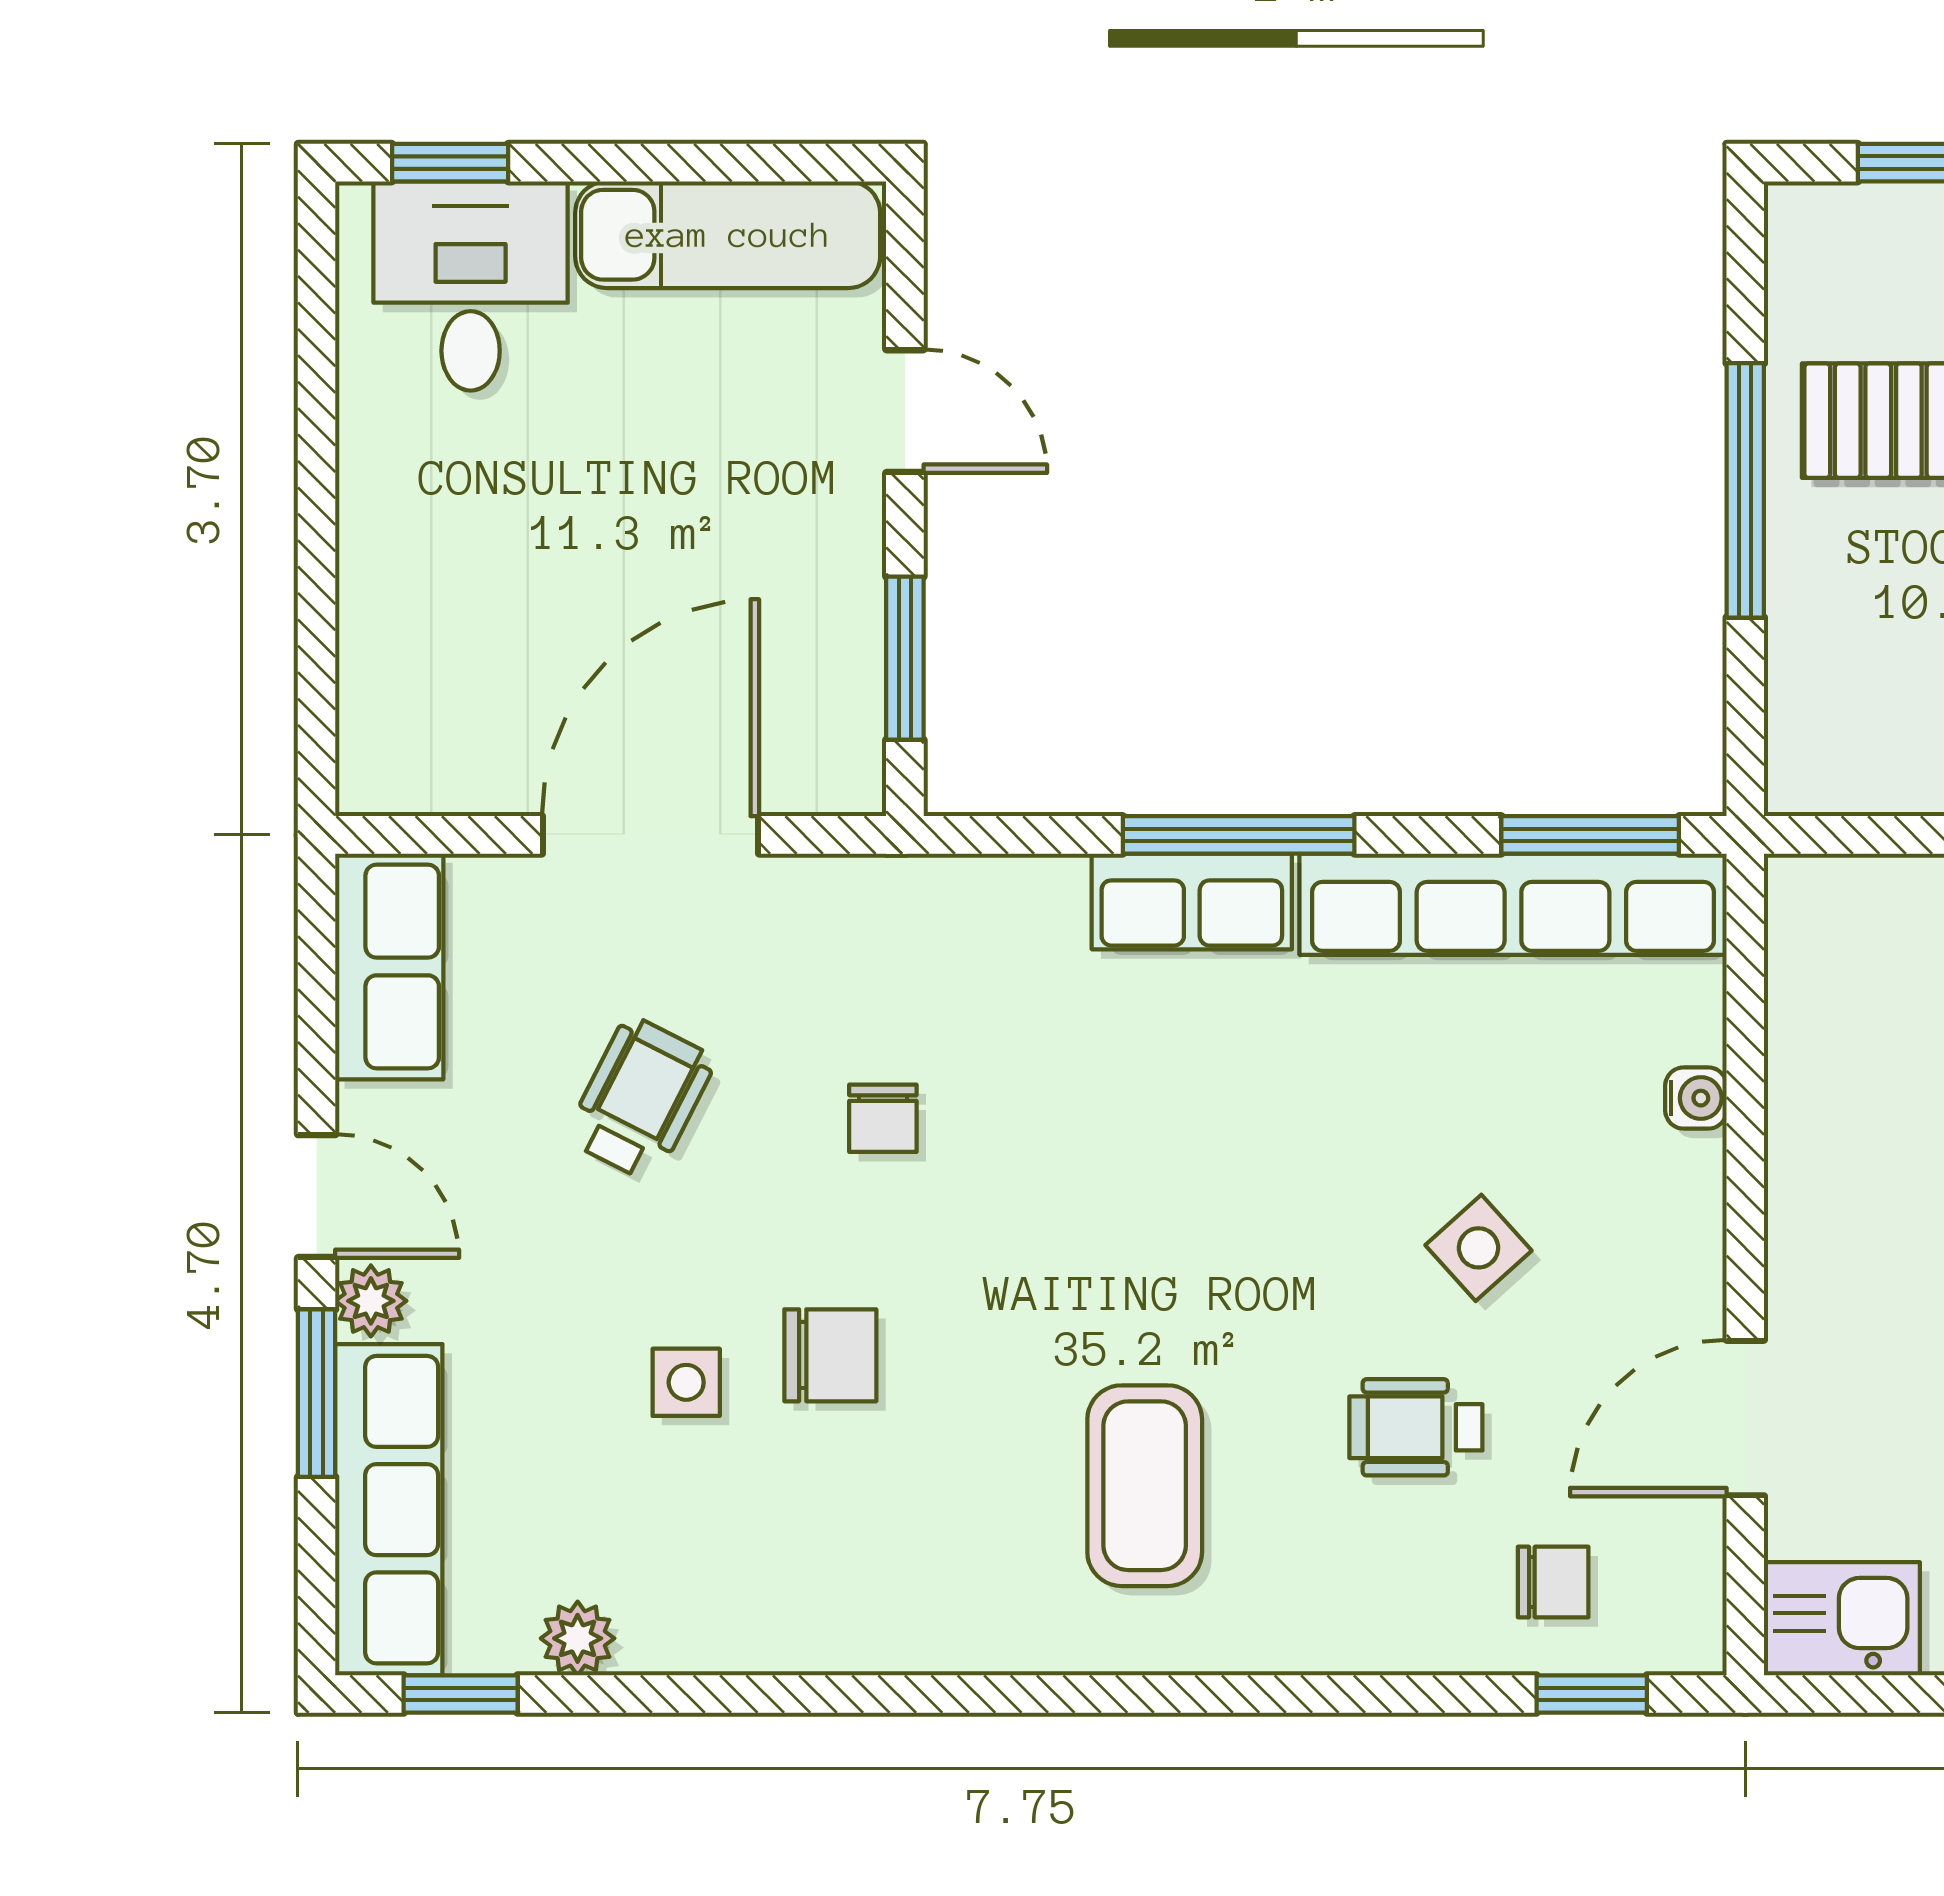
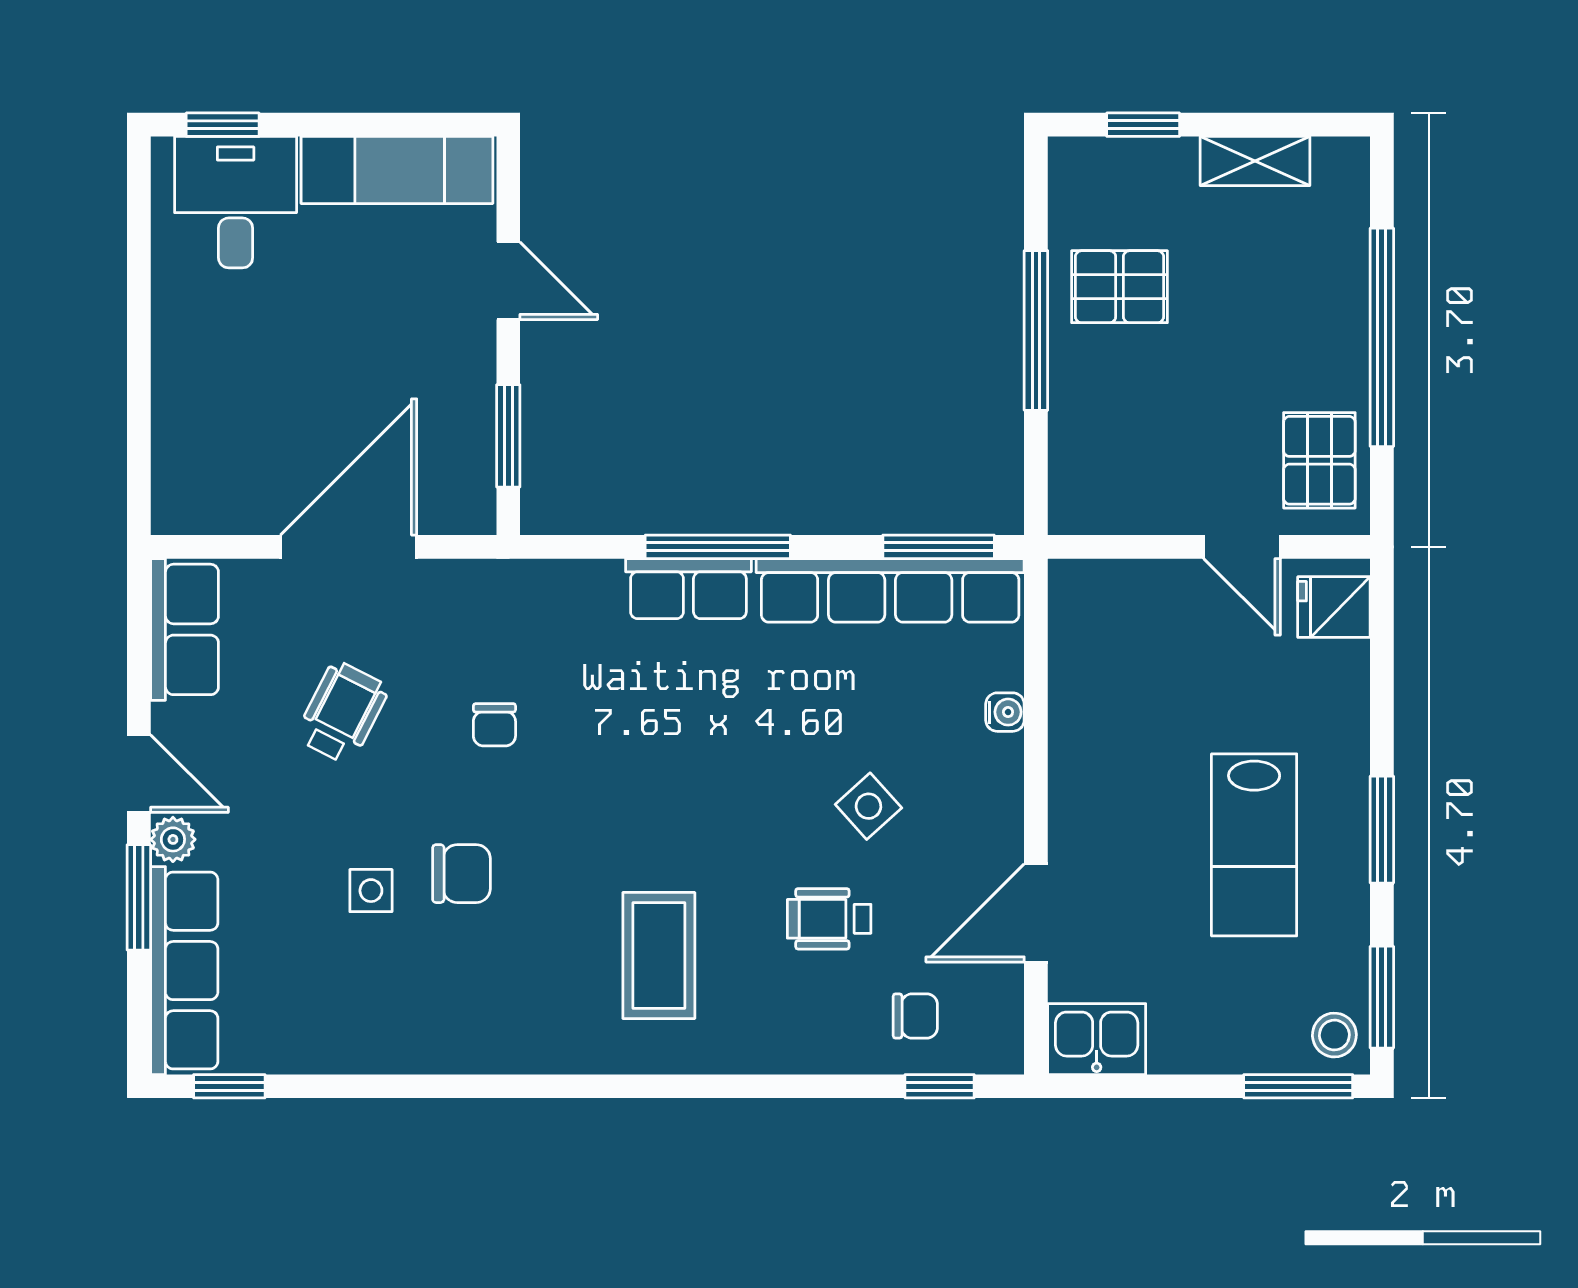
plant: (578, 1638) -> (303, 1051), removed

